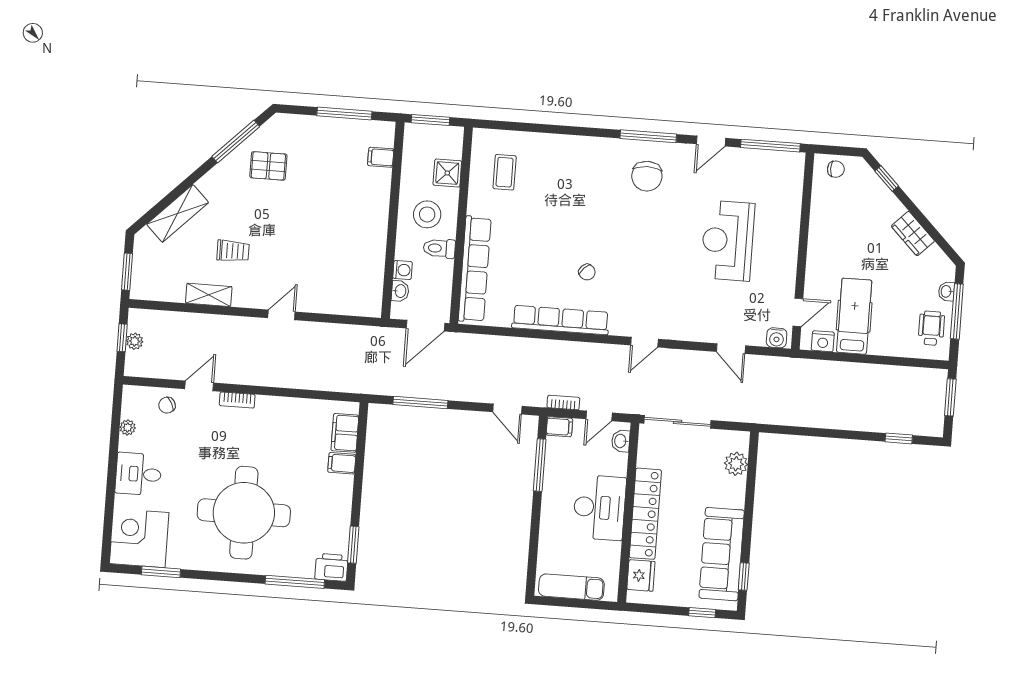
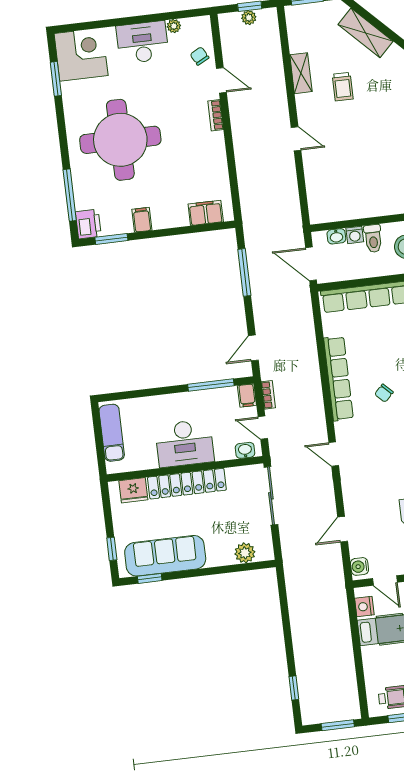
toilet: (439, 248) -> (373, 238), moved, turned 180
filing cabinet: (342, 463) -> (142, 220), moved
desk: (138, 474) -> (142, 42), width x1.37

